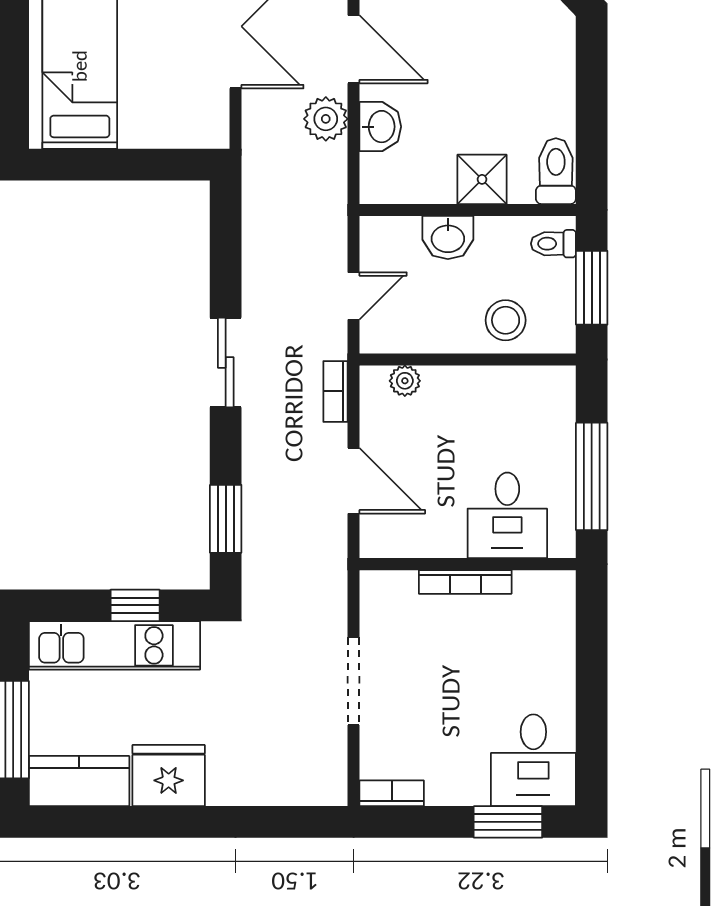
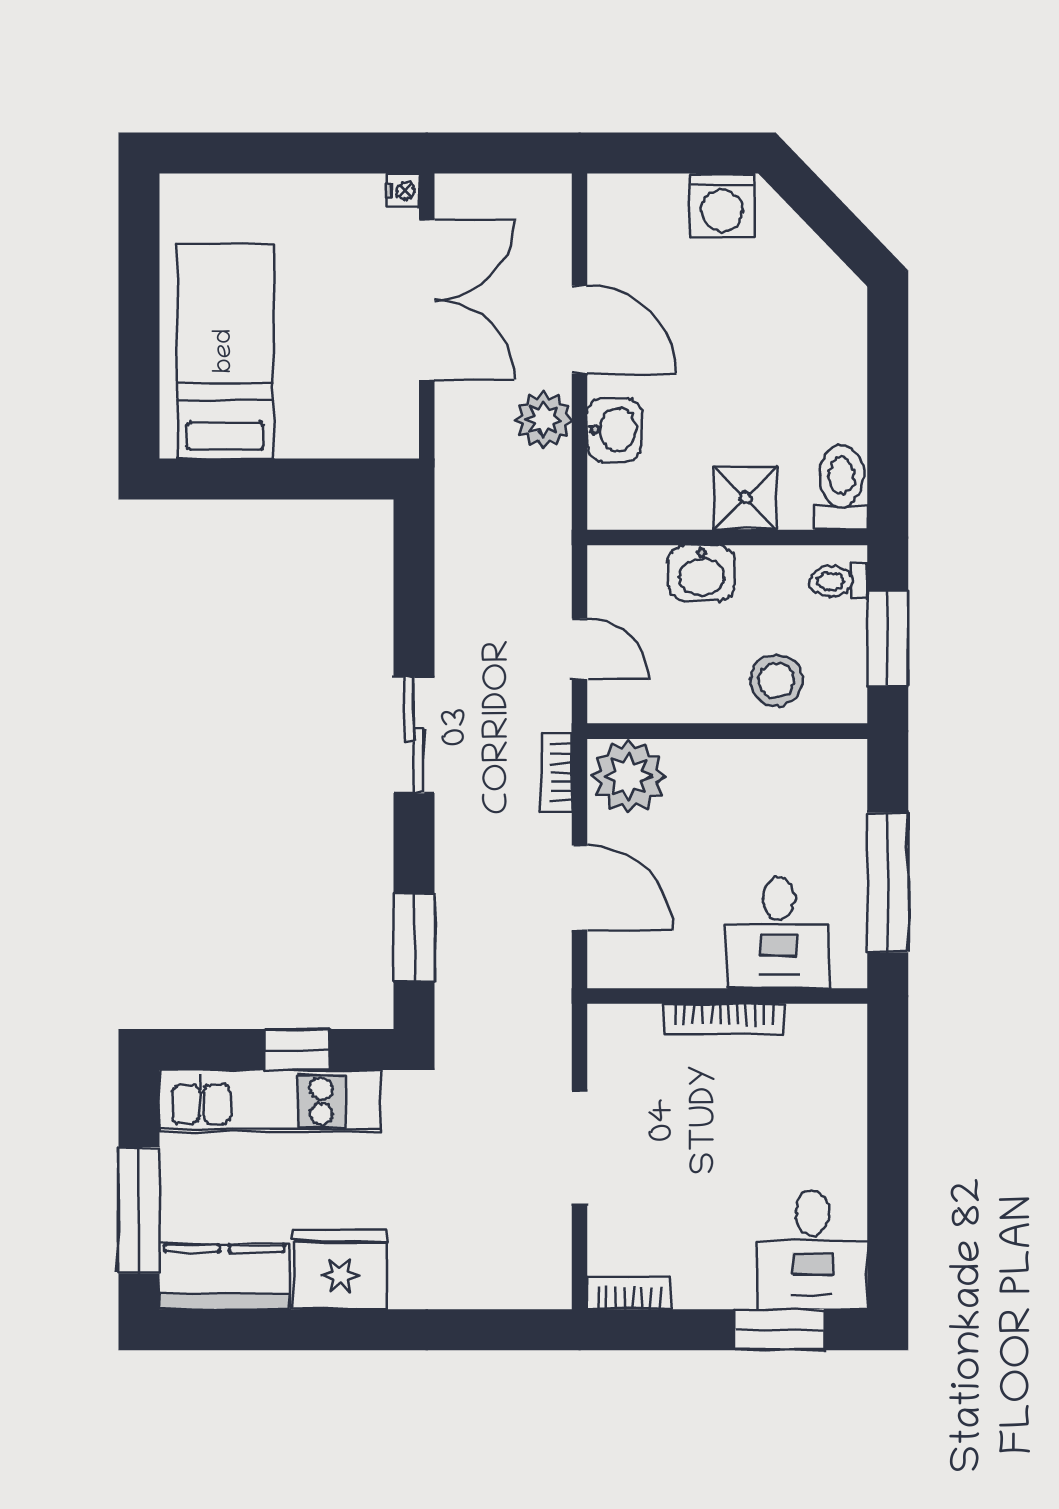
door: (354, 296) -> (580, 649), hinge flipped
plant: (405, 381) -> (629, 776), width x1.87, depth x1.87

